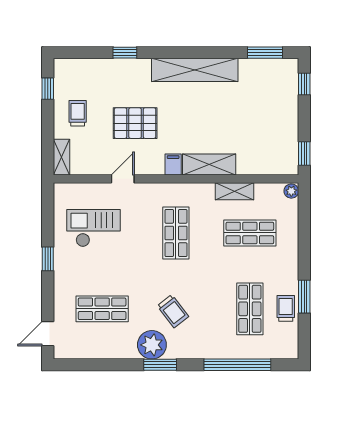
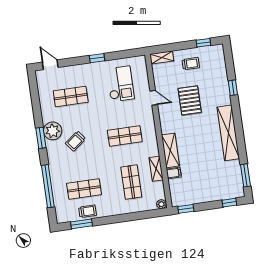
filing cabinet: (173, 165) -> (174, 173), moved
window: (304, 297) -> (81, 224), moved
shop shelf: (102, 309) -> (71, 97), turned 90

